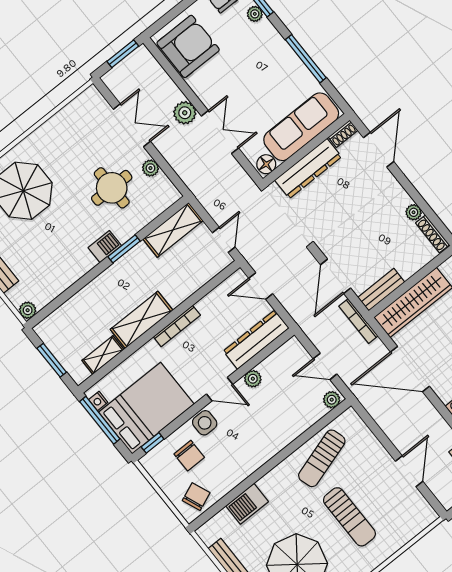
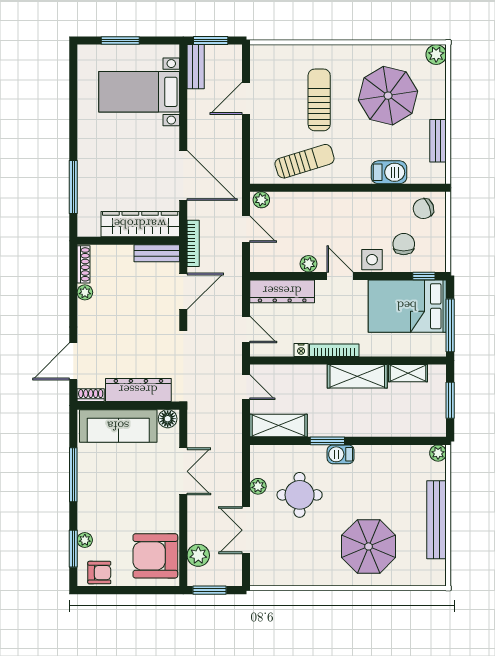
plant: (185, 113) -> (198, 555), moved
double door: (220, 132) -> (183, 471), swing flipped
door: (224, 240) -> (246, 387), swing flipped
nightstand: (98, 401) -> (301, 350), moved, turned 90

